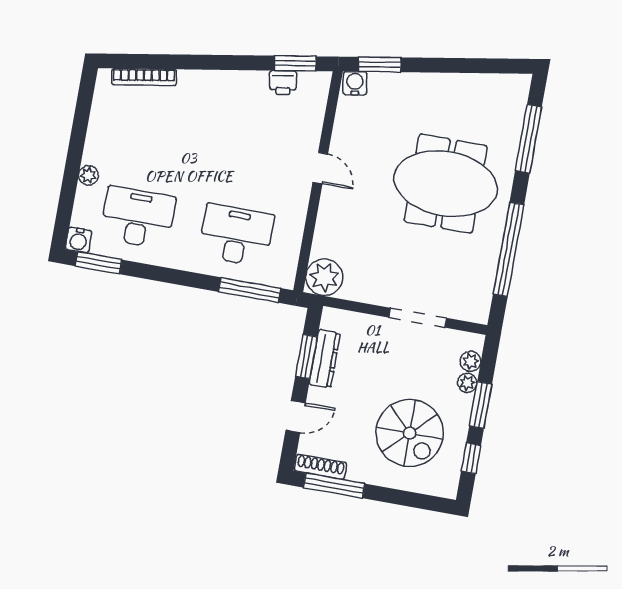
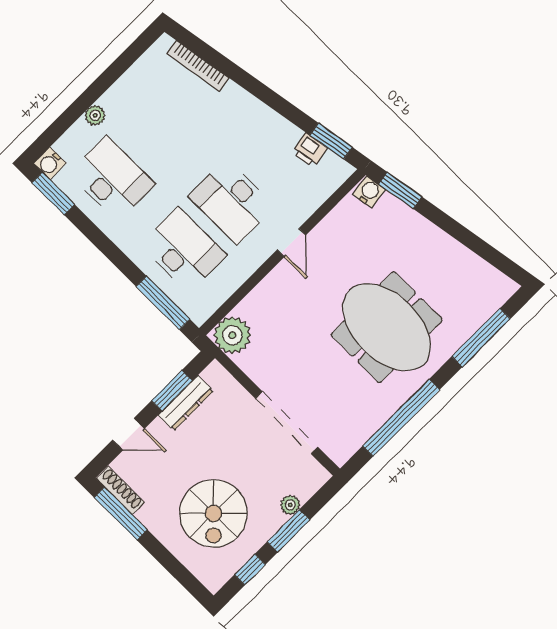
desk: (248, 169) -> (232, 201), added
doorway: (418, 318) -> (287, 423), width x1.36
plant: (471, 361) -> (305, 489), removed

